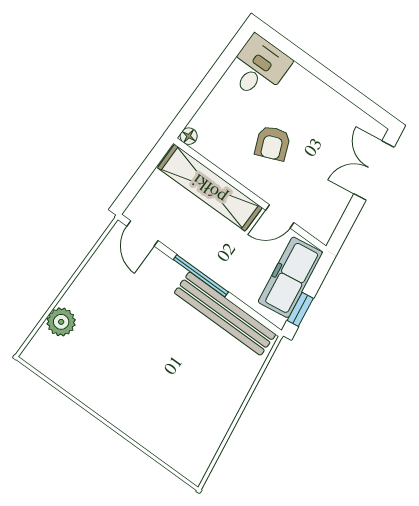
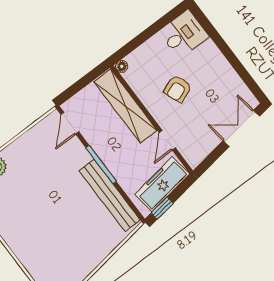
door: (280, 216) -> (167, 140), hinge flipped

